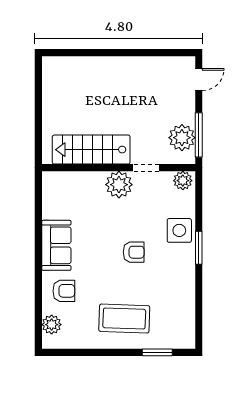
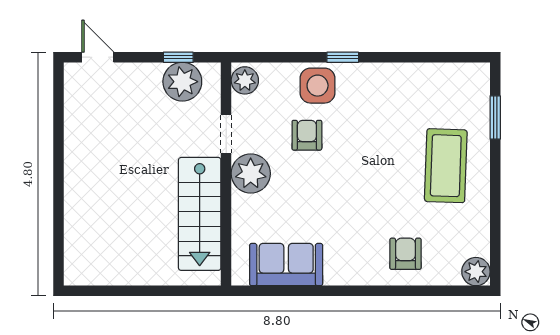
window: (199, 135) -> (178, 57), width x0.46
sofa: (56, 245) -> (286, 265), moved
window: (199, 248) -> (343, 57), width x0.67
armchair: (134, 252) -> (307, 135), moved
plant: (52, 325) -> (476, 272), moved

